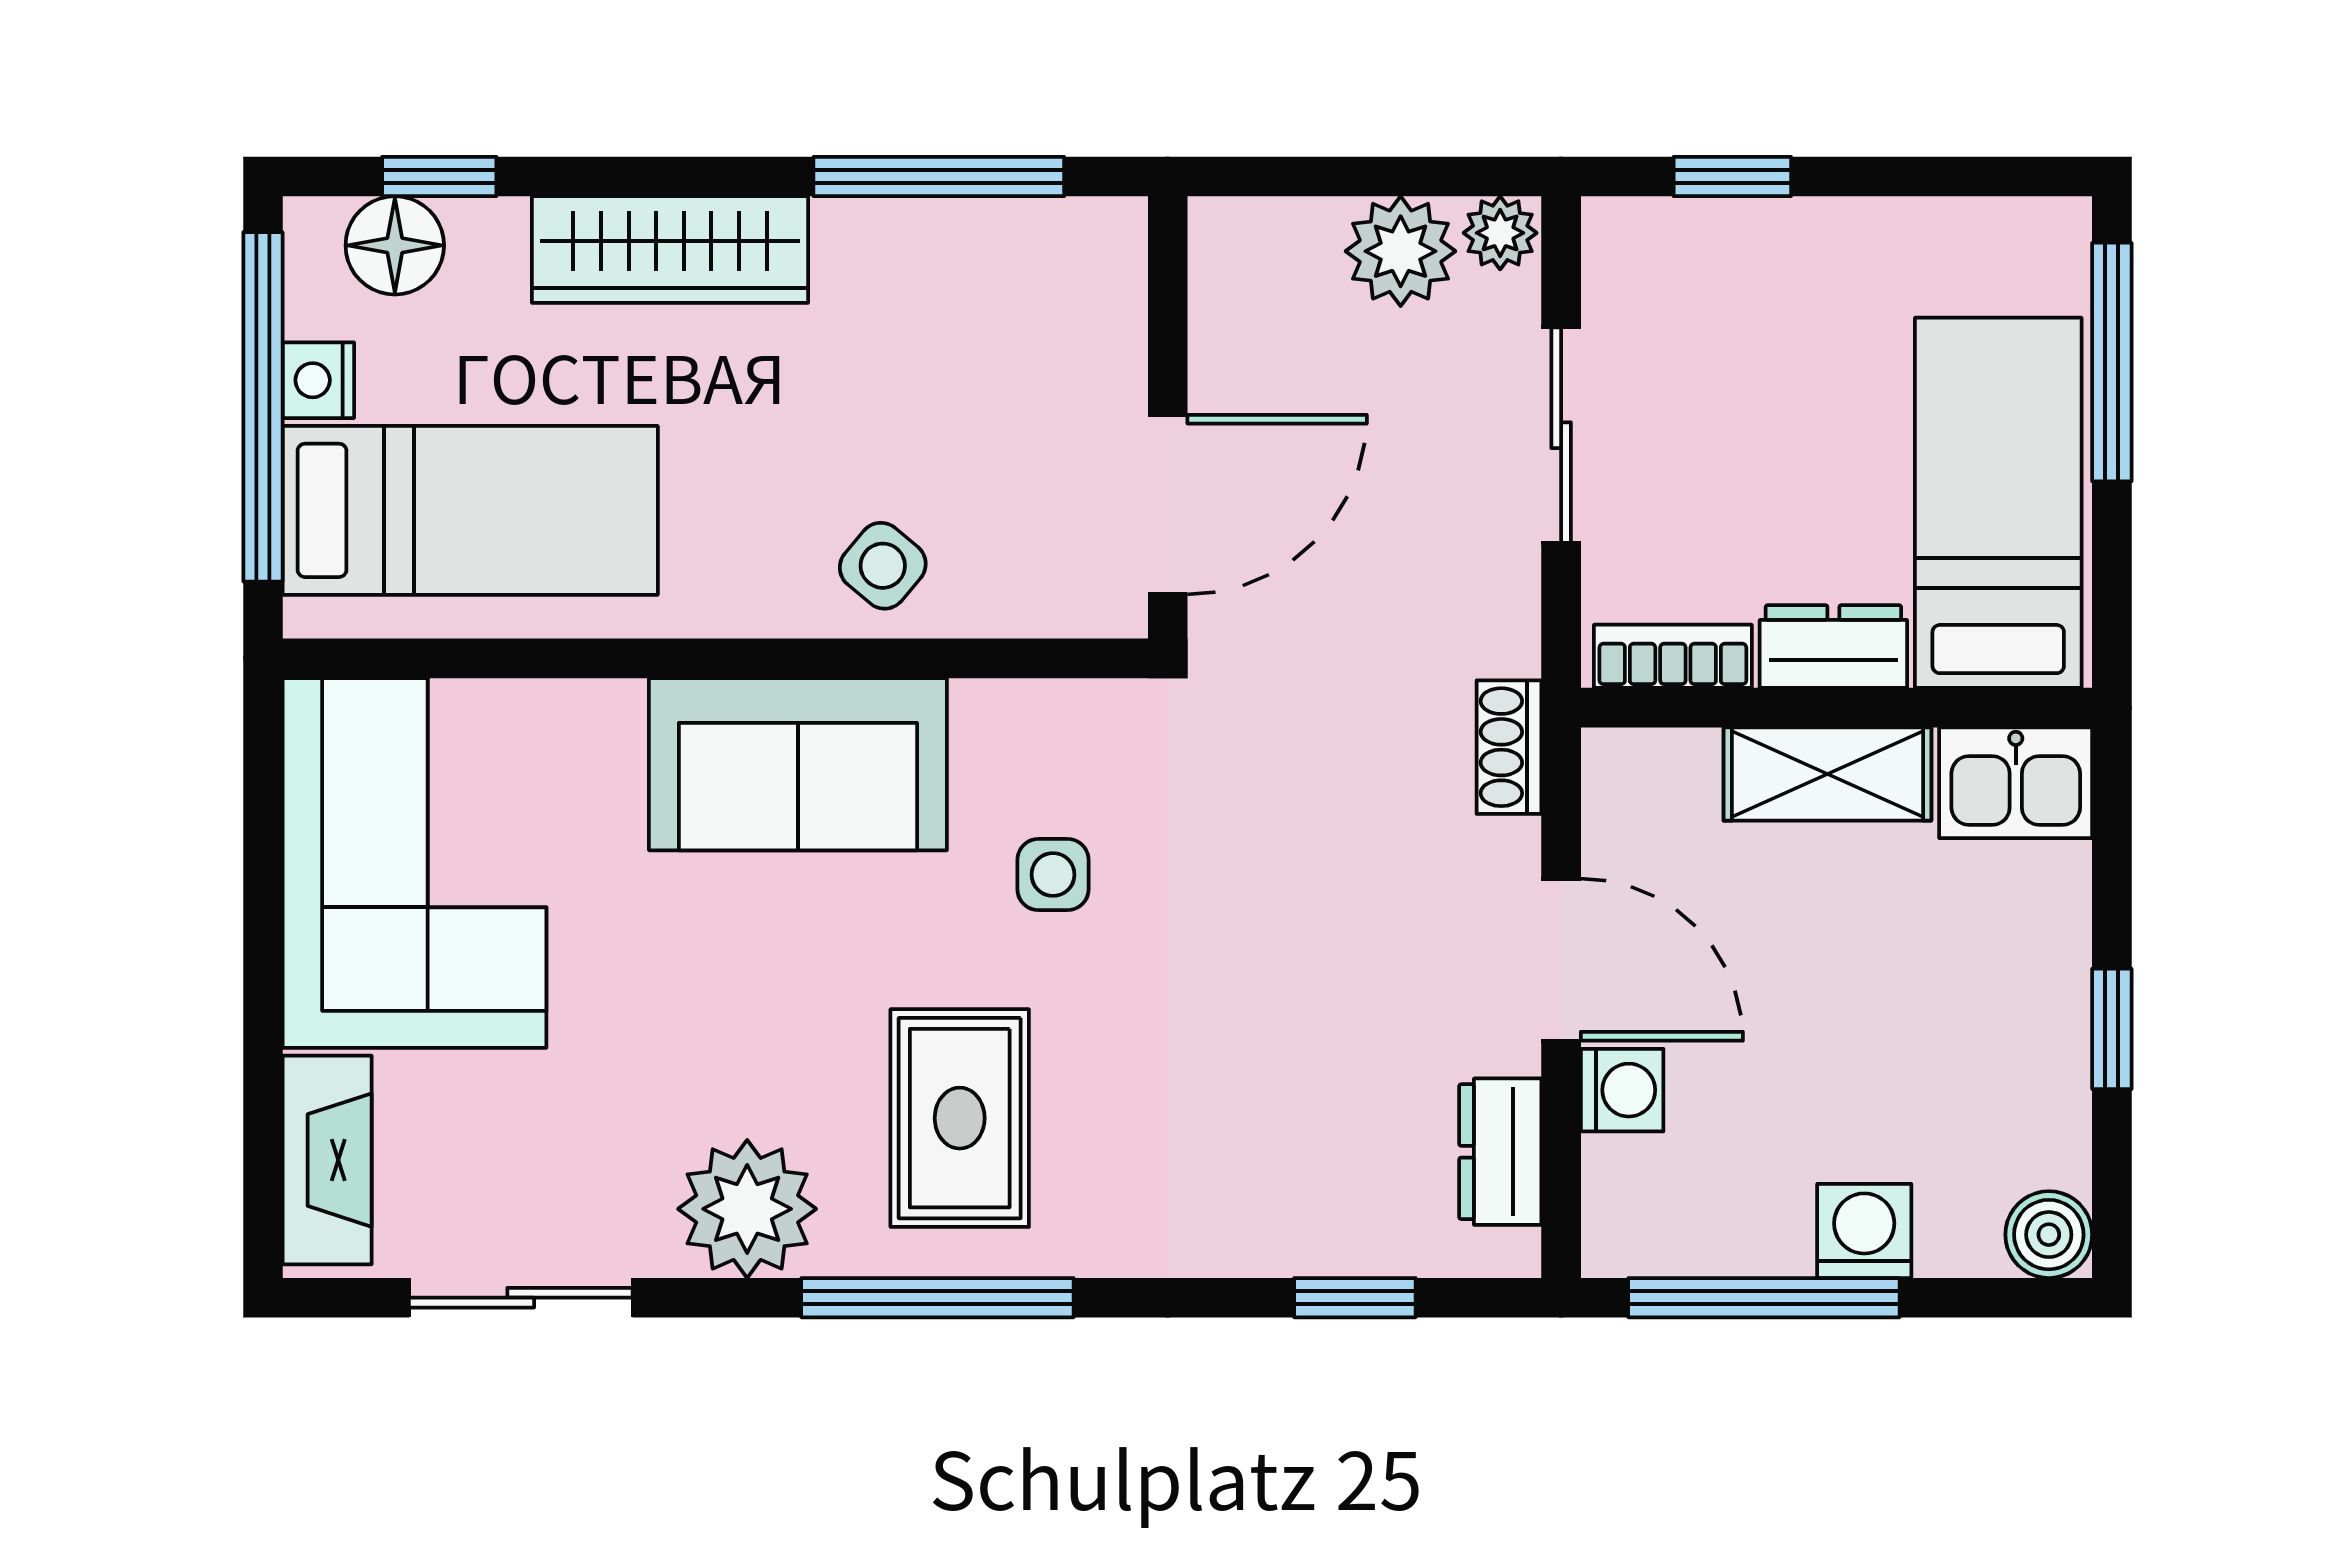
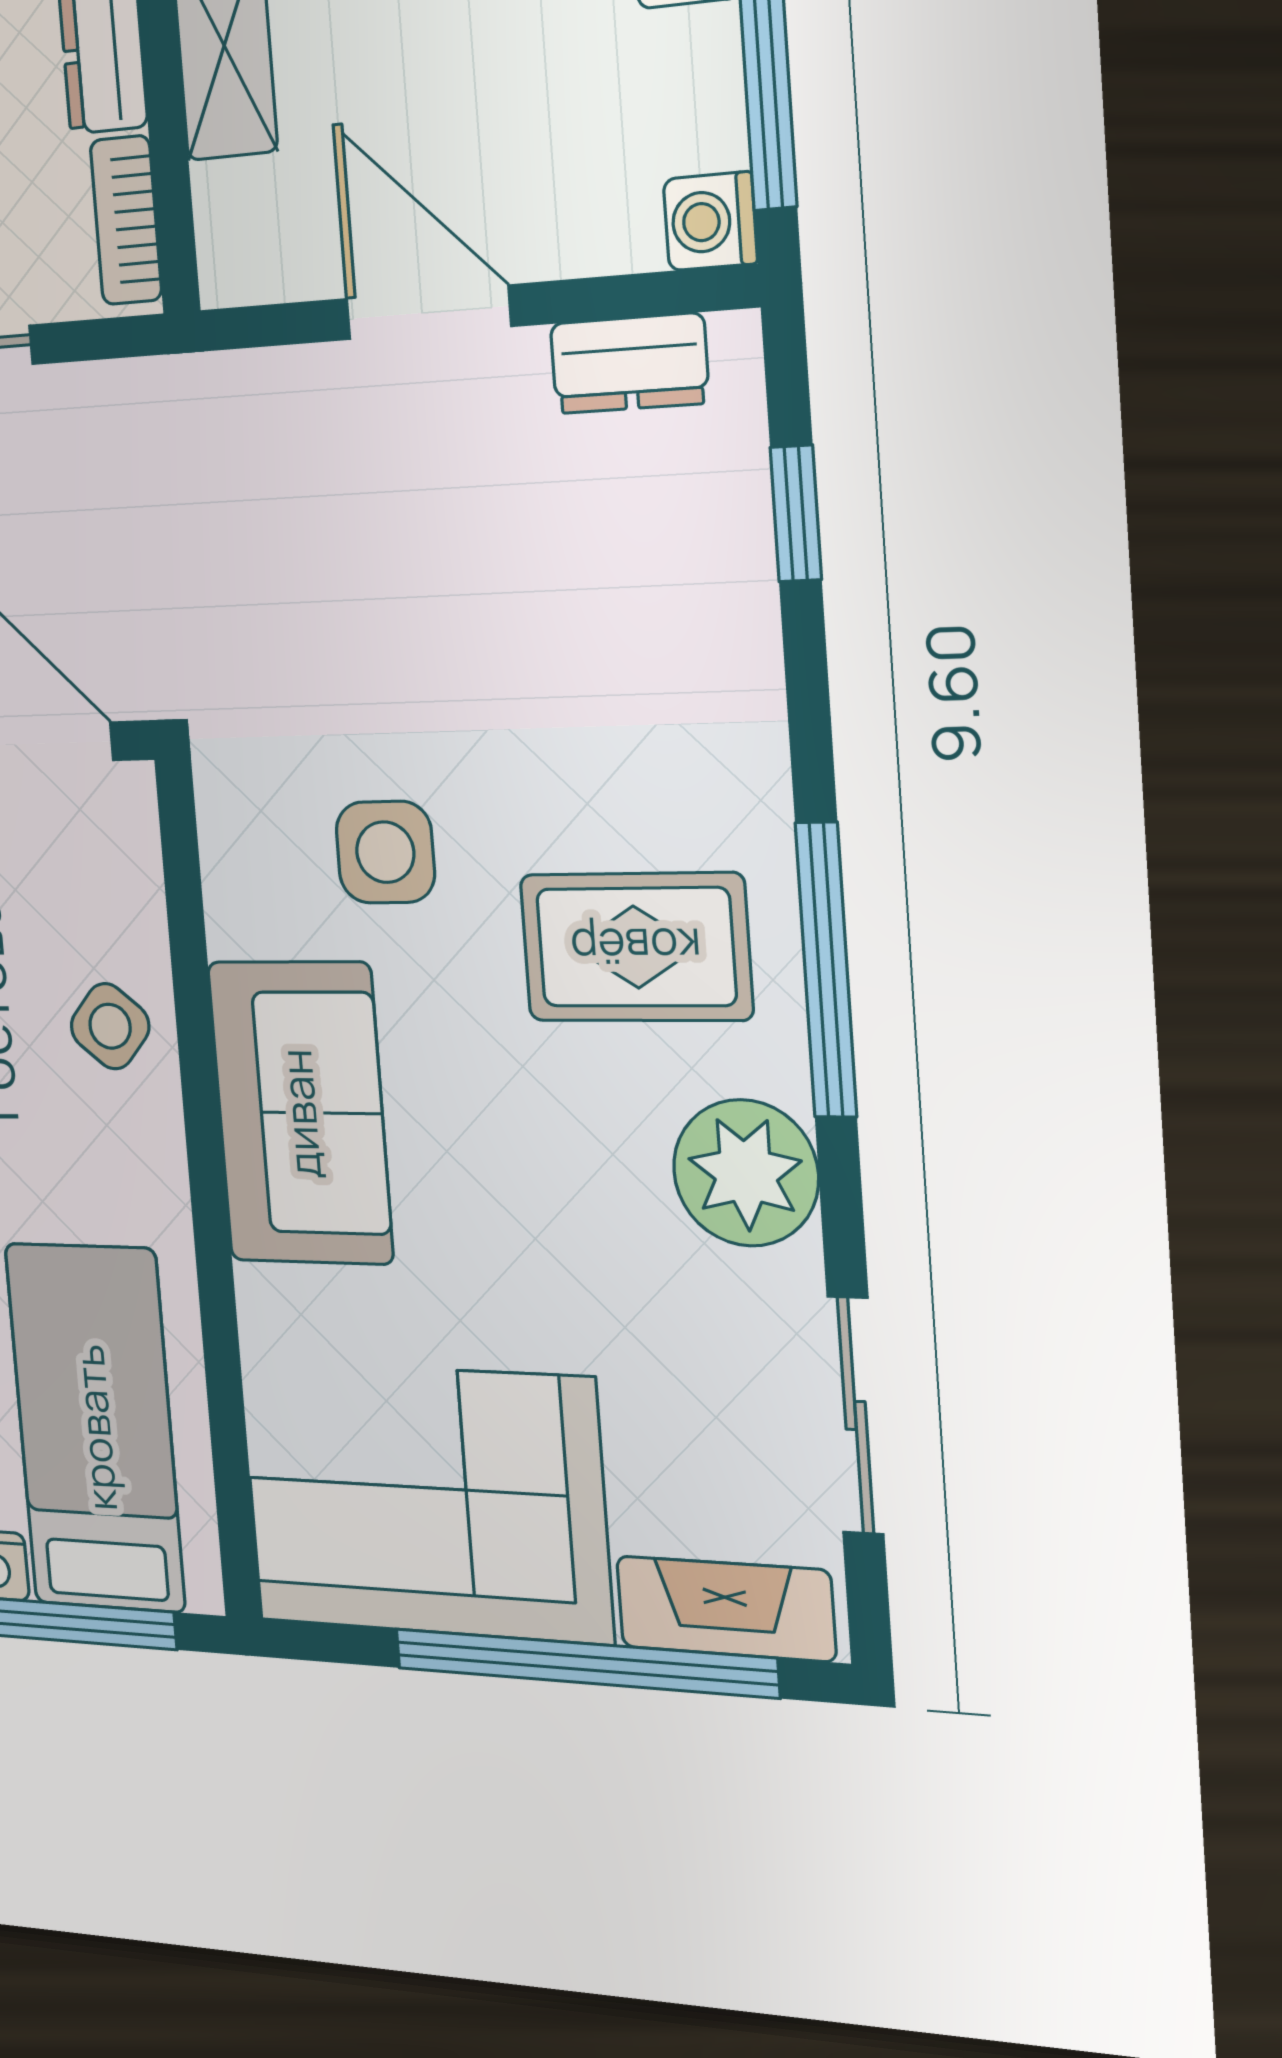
shoe rack: (1509, 747) -> (225, 384), removed
side table: (1053, 875) -> (385, 852), width x1.37, depth x1.37
door: (1561, 960) -> (428, 312), hinge flipped
window: (263, 1015) -> (584, 1663), added
washing machine: (1622, 1090) -> (710, 221), moved, turned -90

